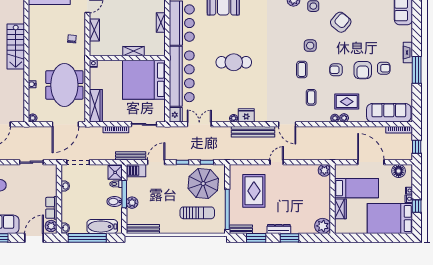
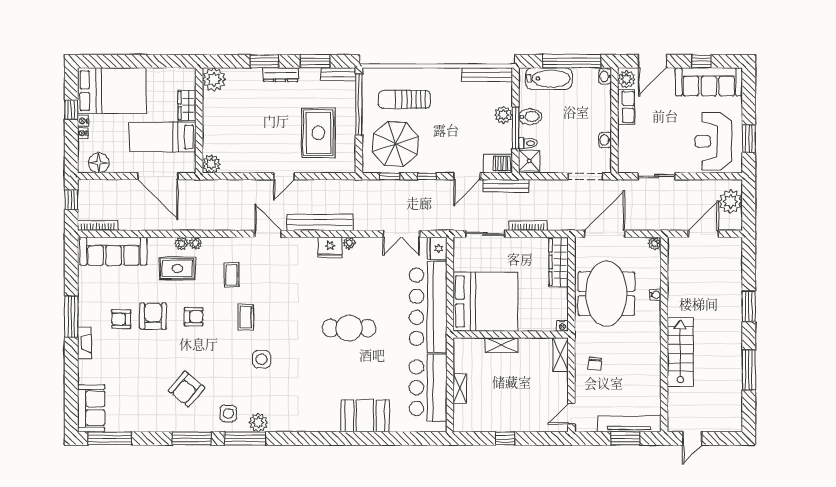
shelving: (94, 30) -> (561, 355), moved
side table: (310, 46) -> (261, 359), moved
door: (371, 162) -> (158, 176), moved

